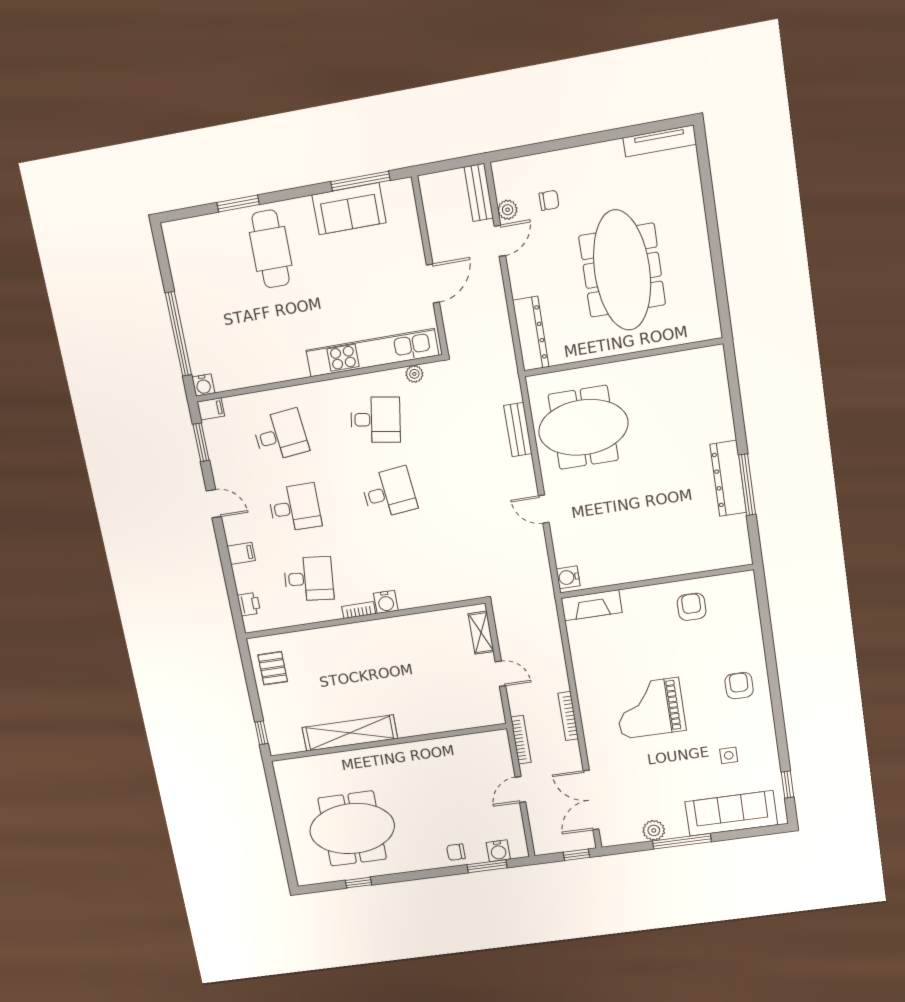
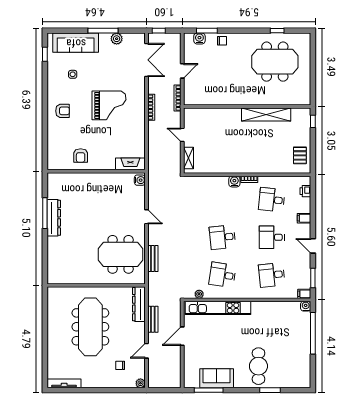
bench: (479, 193) -> (153, 319), moved
plant: (508, 210) -> (140, 383), moved
armchair: (739, 686) -> (62, 111), turned -90

